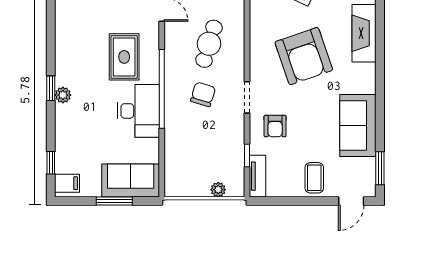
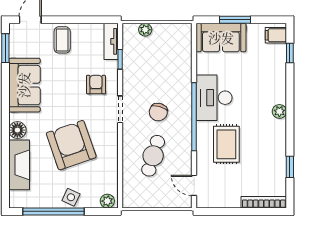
floor lamp: (366, 73) -> (17, 130), added
window: (51, 88) -> (290, 167), moved

